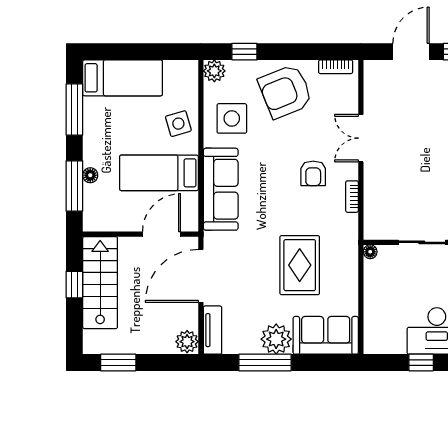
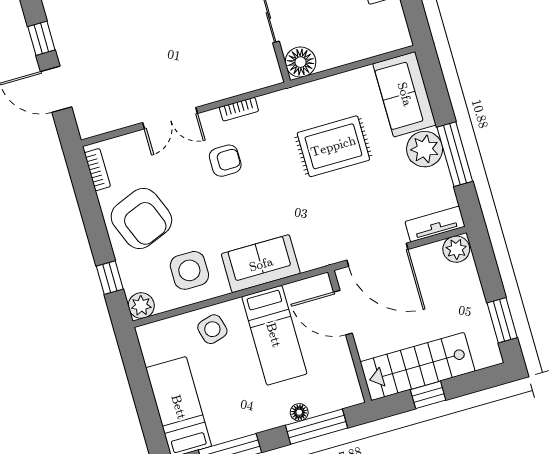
sofa: (221, 189) -> (261, 264), width x0.73
floor lamp: (370, 252) -> (300, 62), width x1.89, depth x1.89

